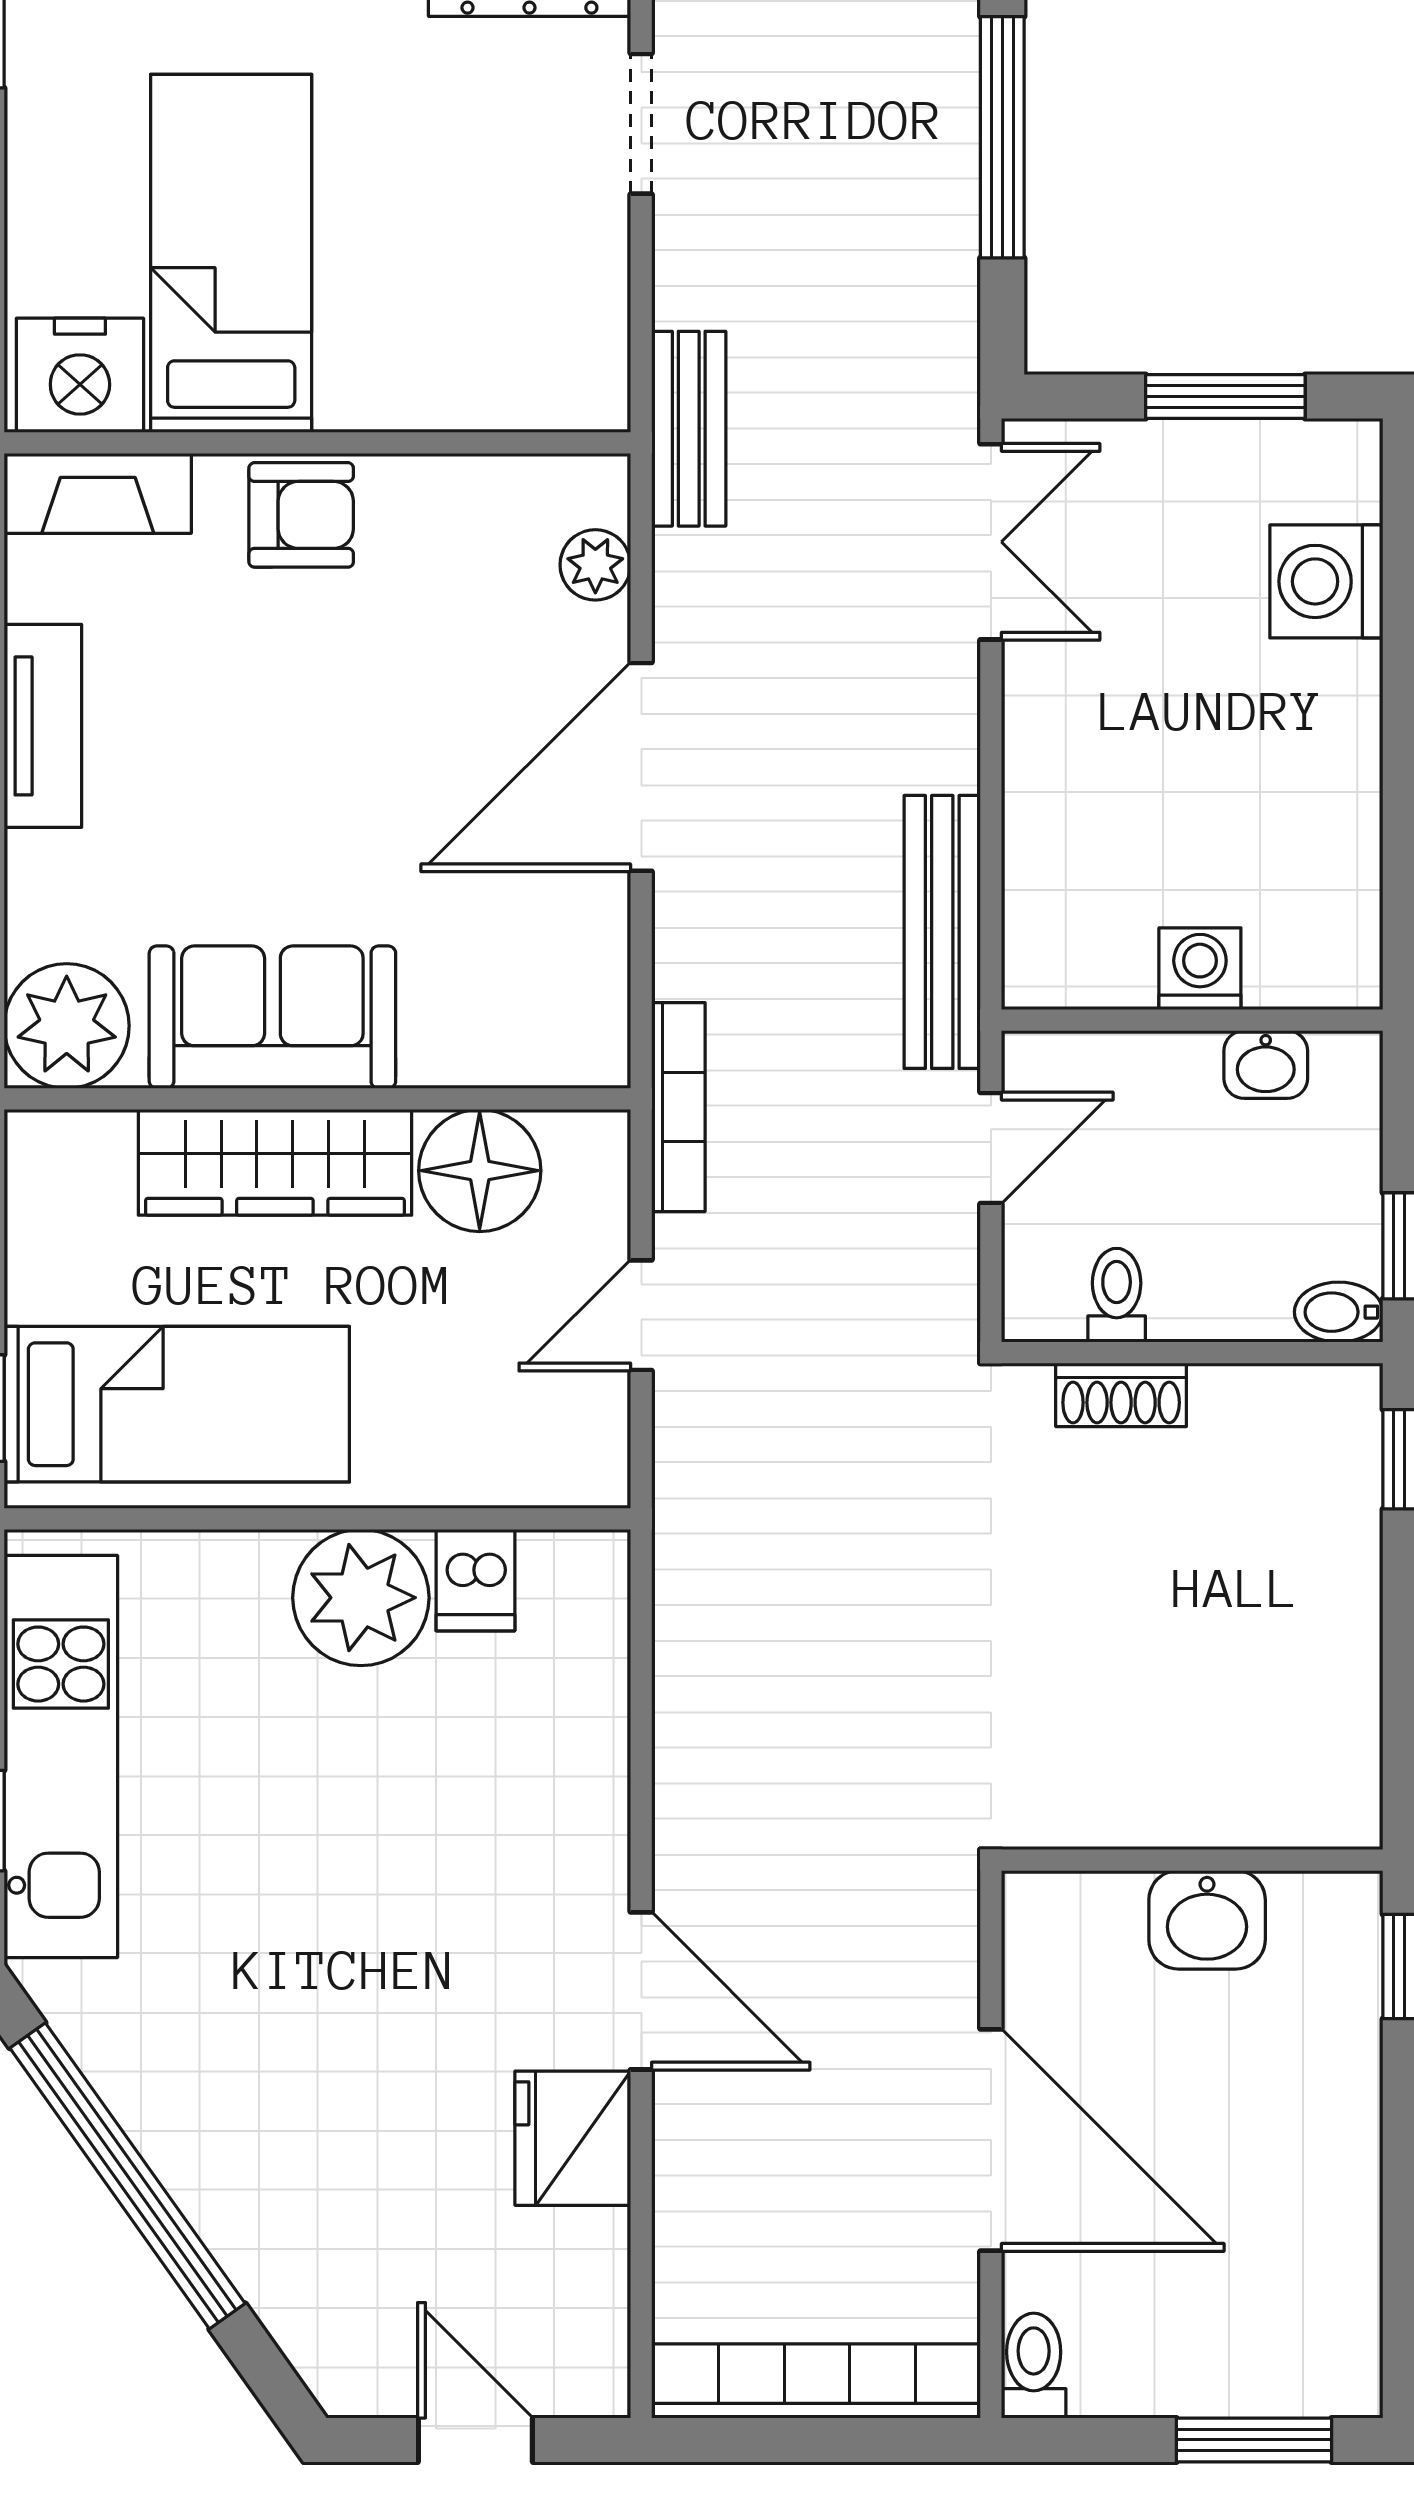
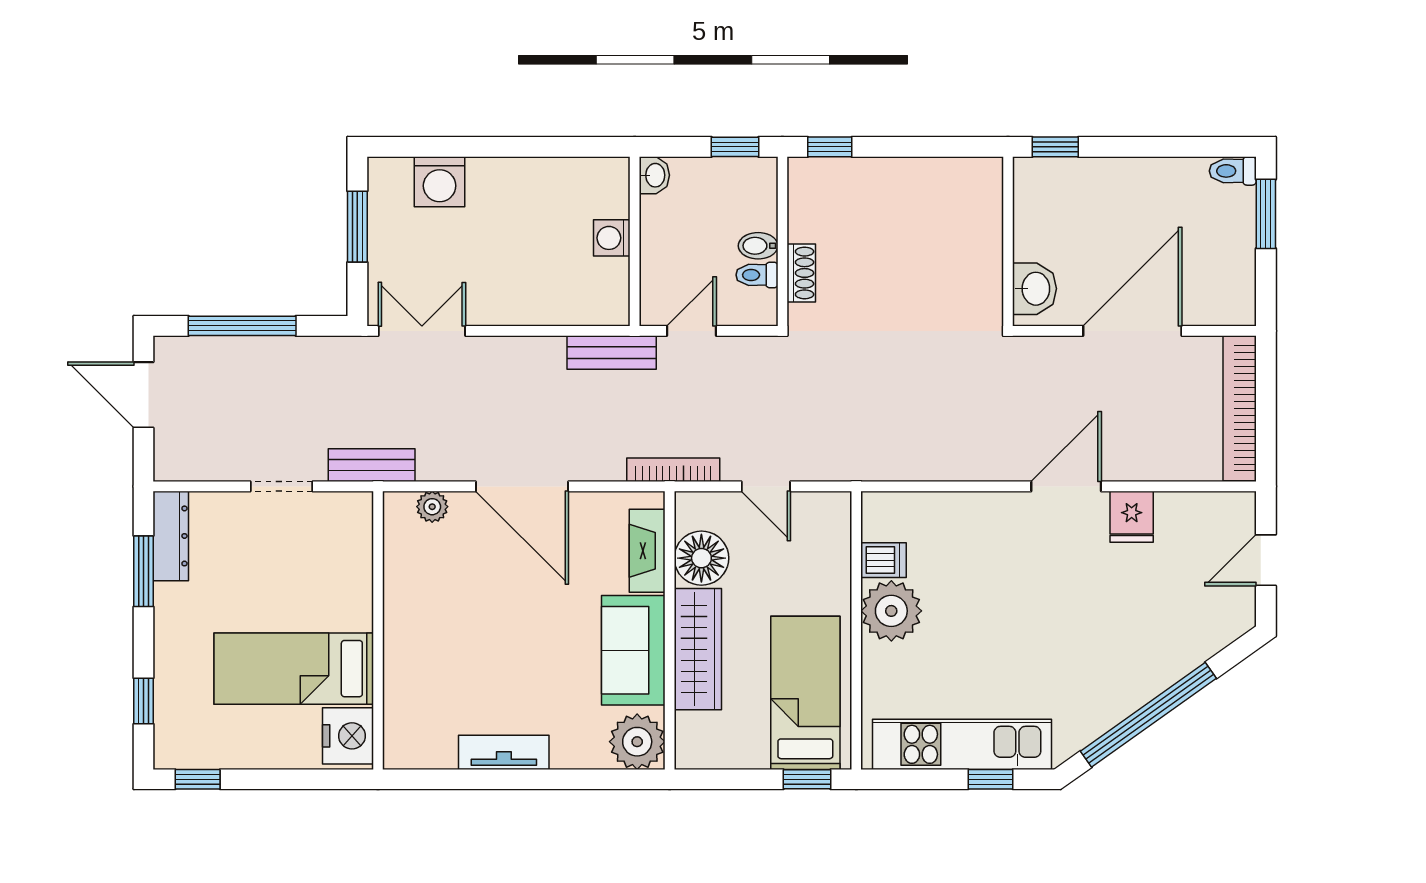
doorway: (641, 124) -> (281, 486), moved
fireplace: (98, 493) -> (647, 551), moved, turned 180
armchair: (301, 515) -> (410, 637), removed
bench: (942, 932) -> (612, 352), width x0.73
washbasin: (1266, 1065) -> (654, 175), moved
door: (991, 1148) -> (691, 331), hinge flipped
bidet: (1339, 1312) -> (758, 246), moved, turned 90
washbasin: (1207, 1920) -> (1035, 289), moved
fridge: (573, 2138) -> (1132, 517), width x0.72
toilet: (1034, 2366) -> (1233, 171), moved

